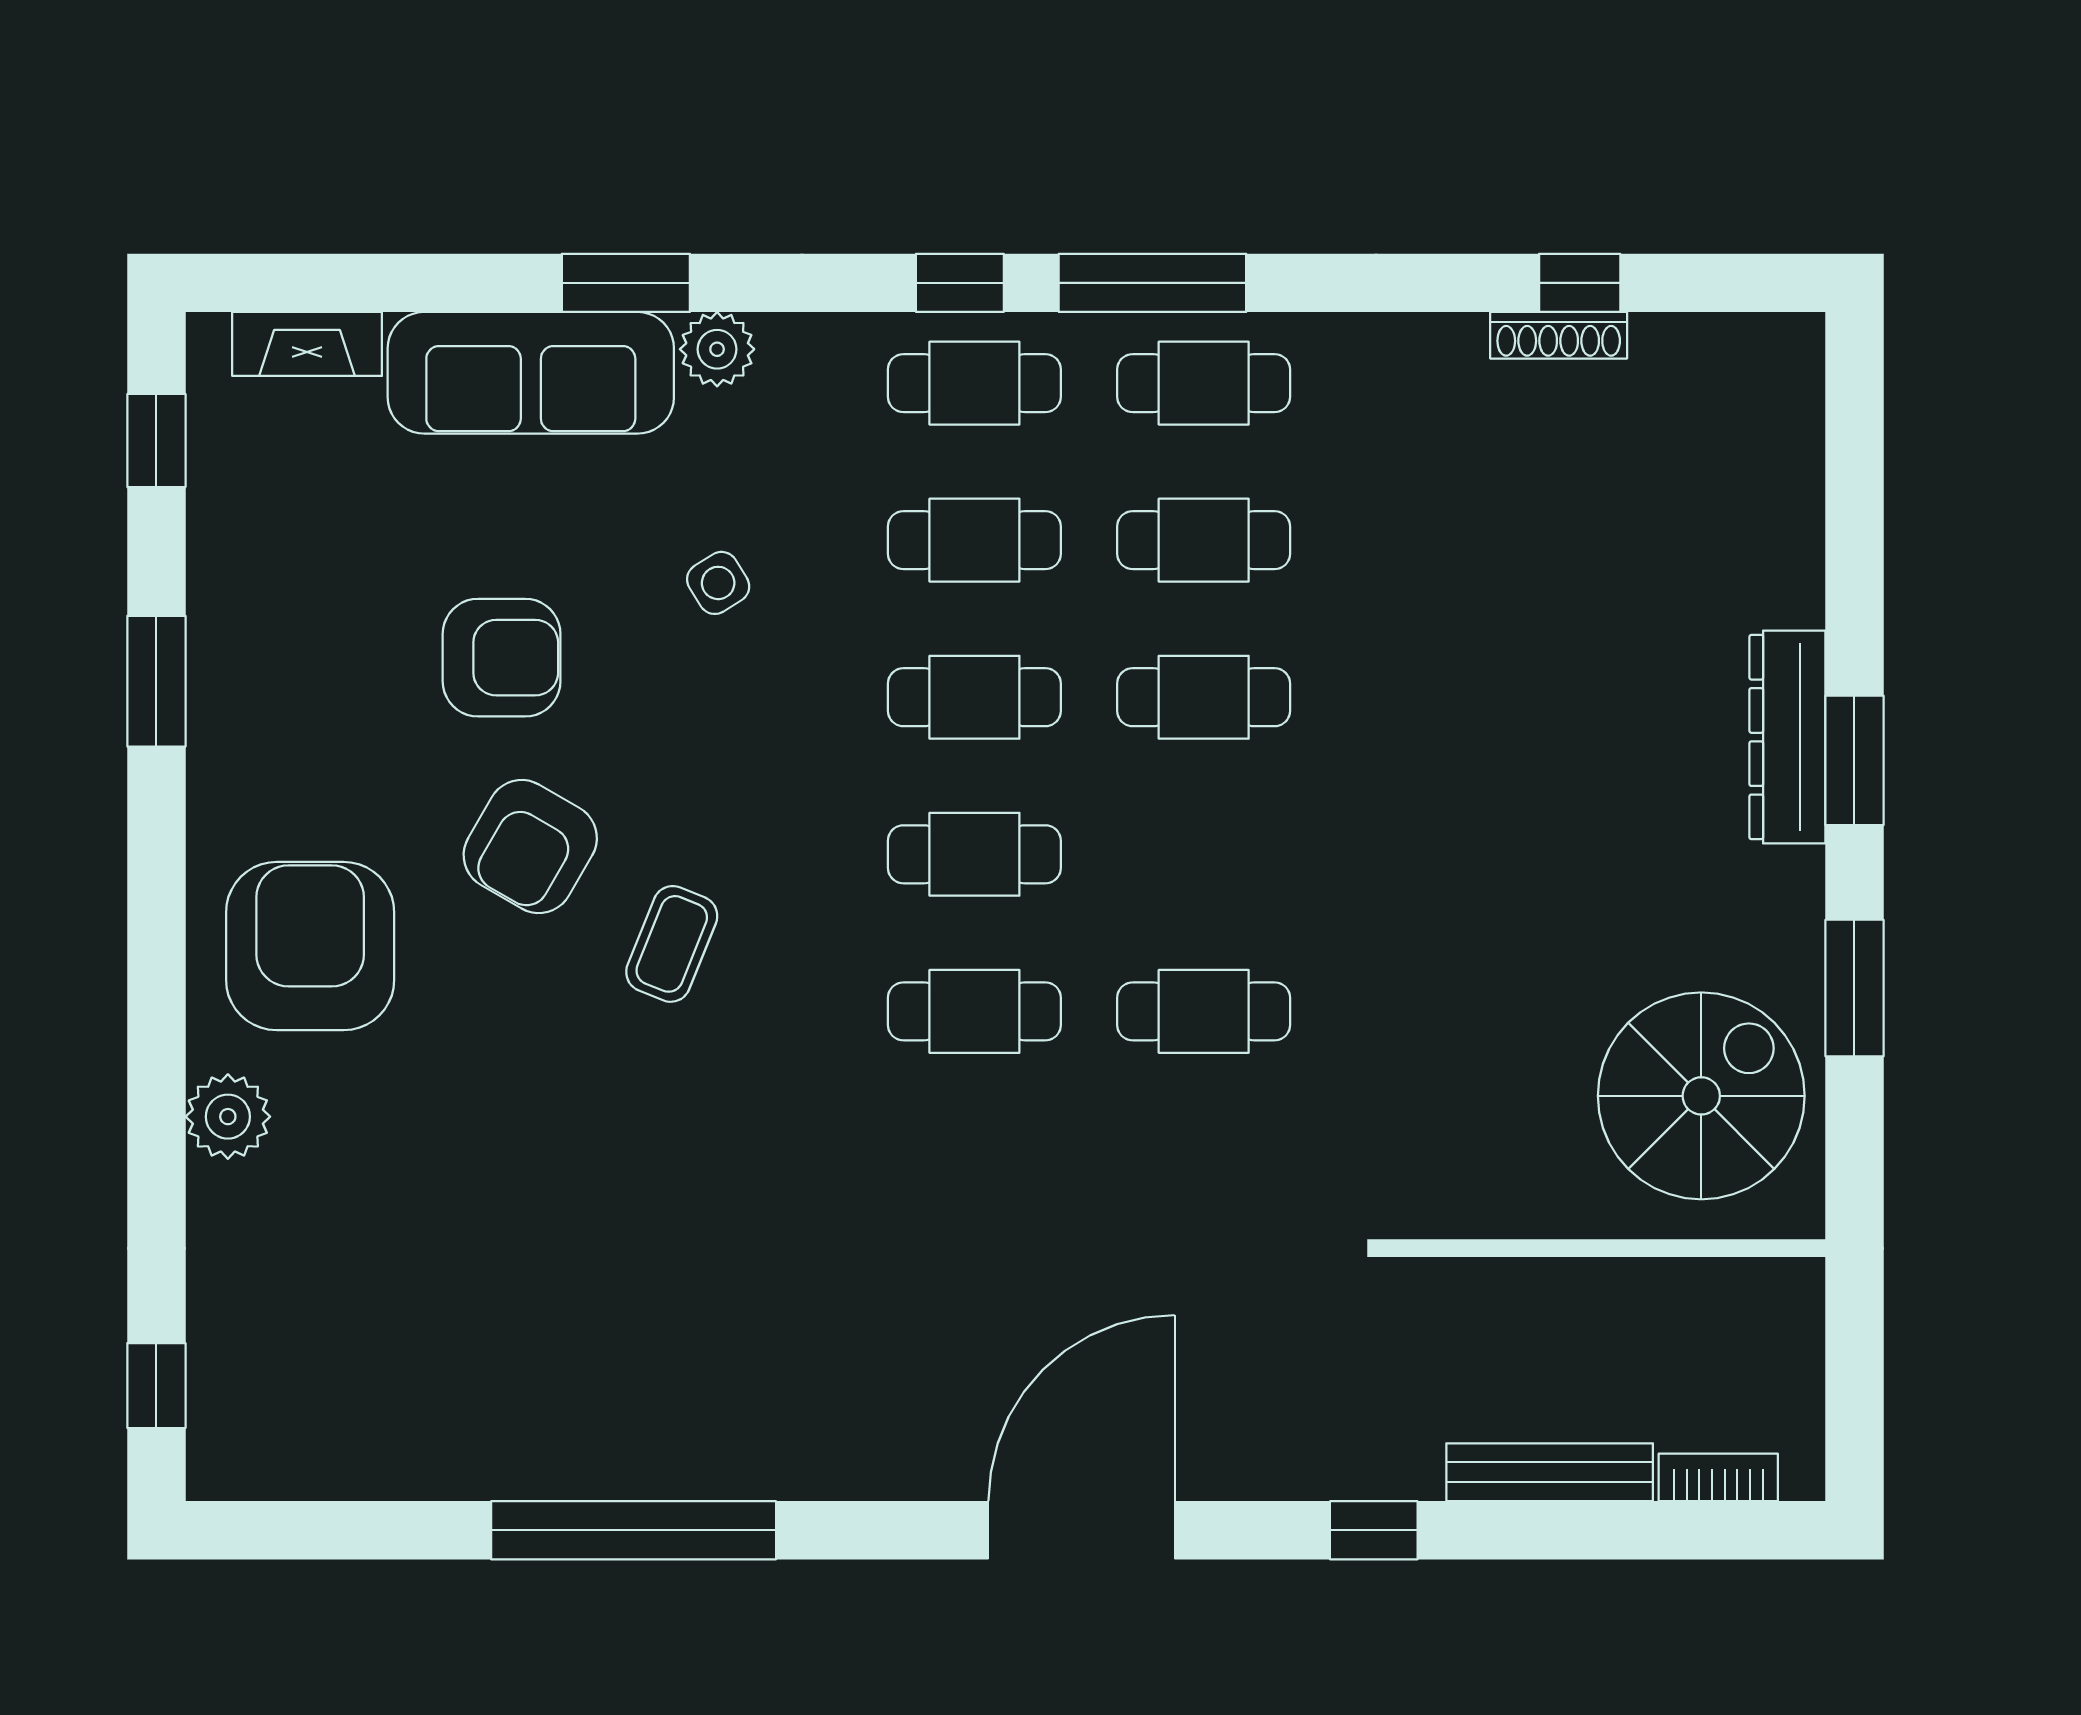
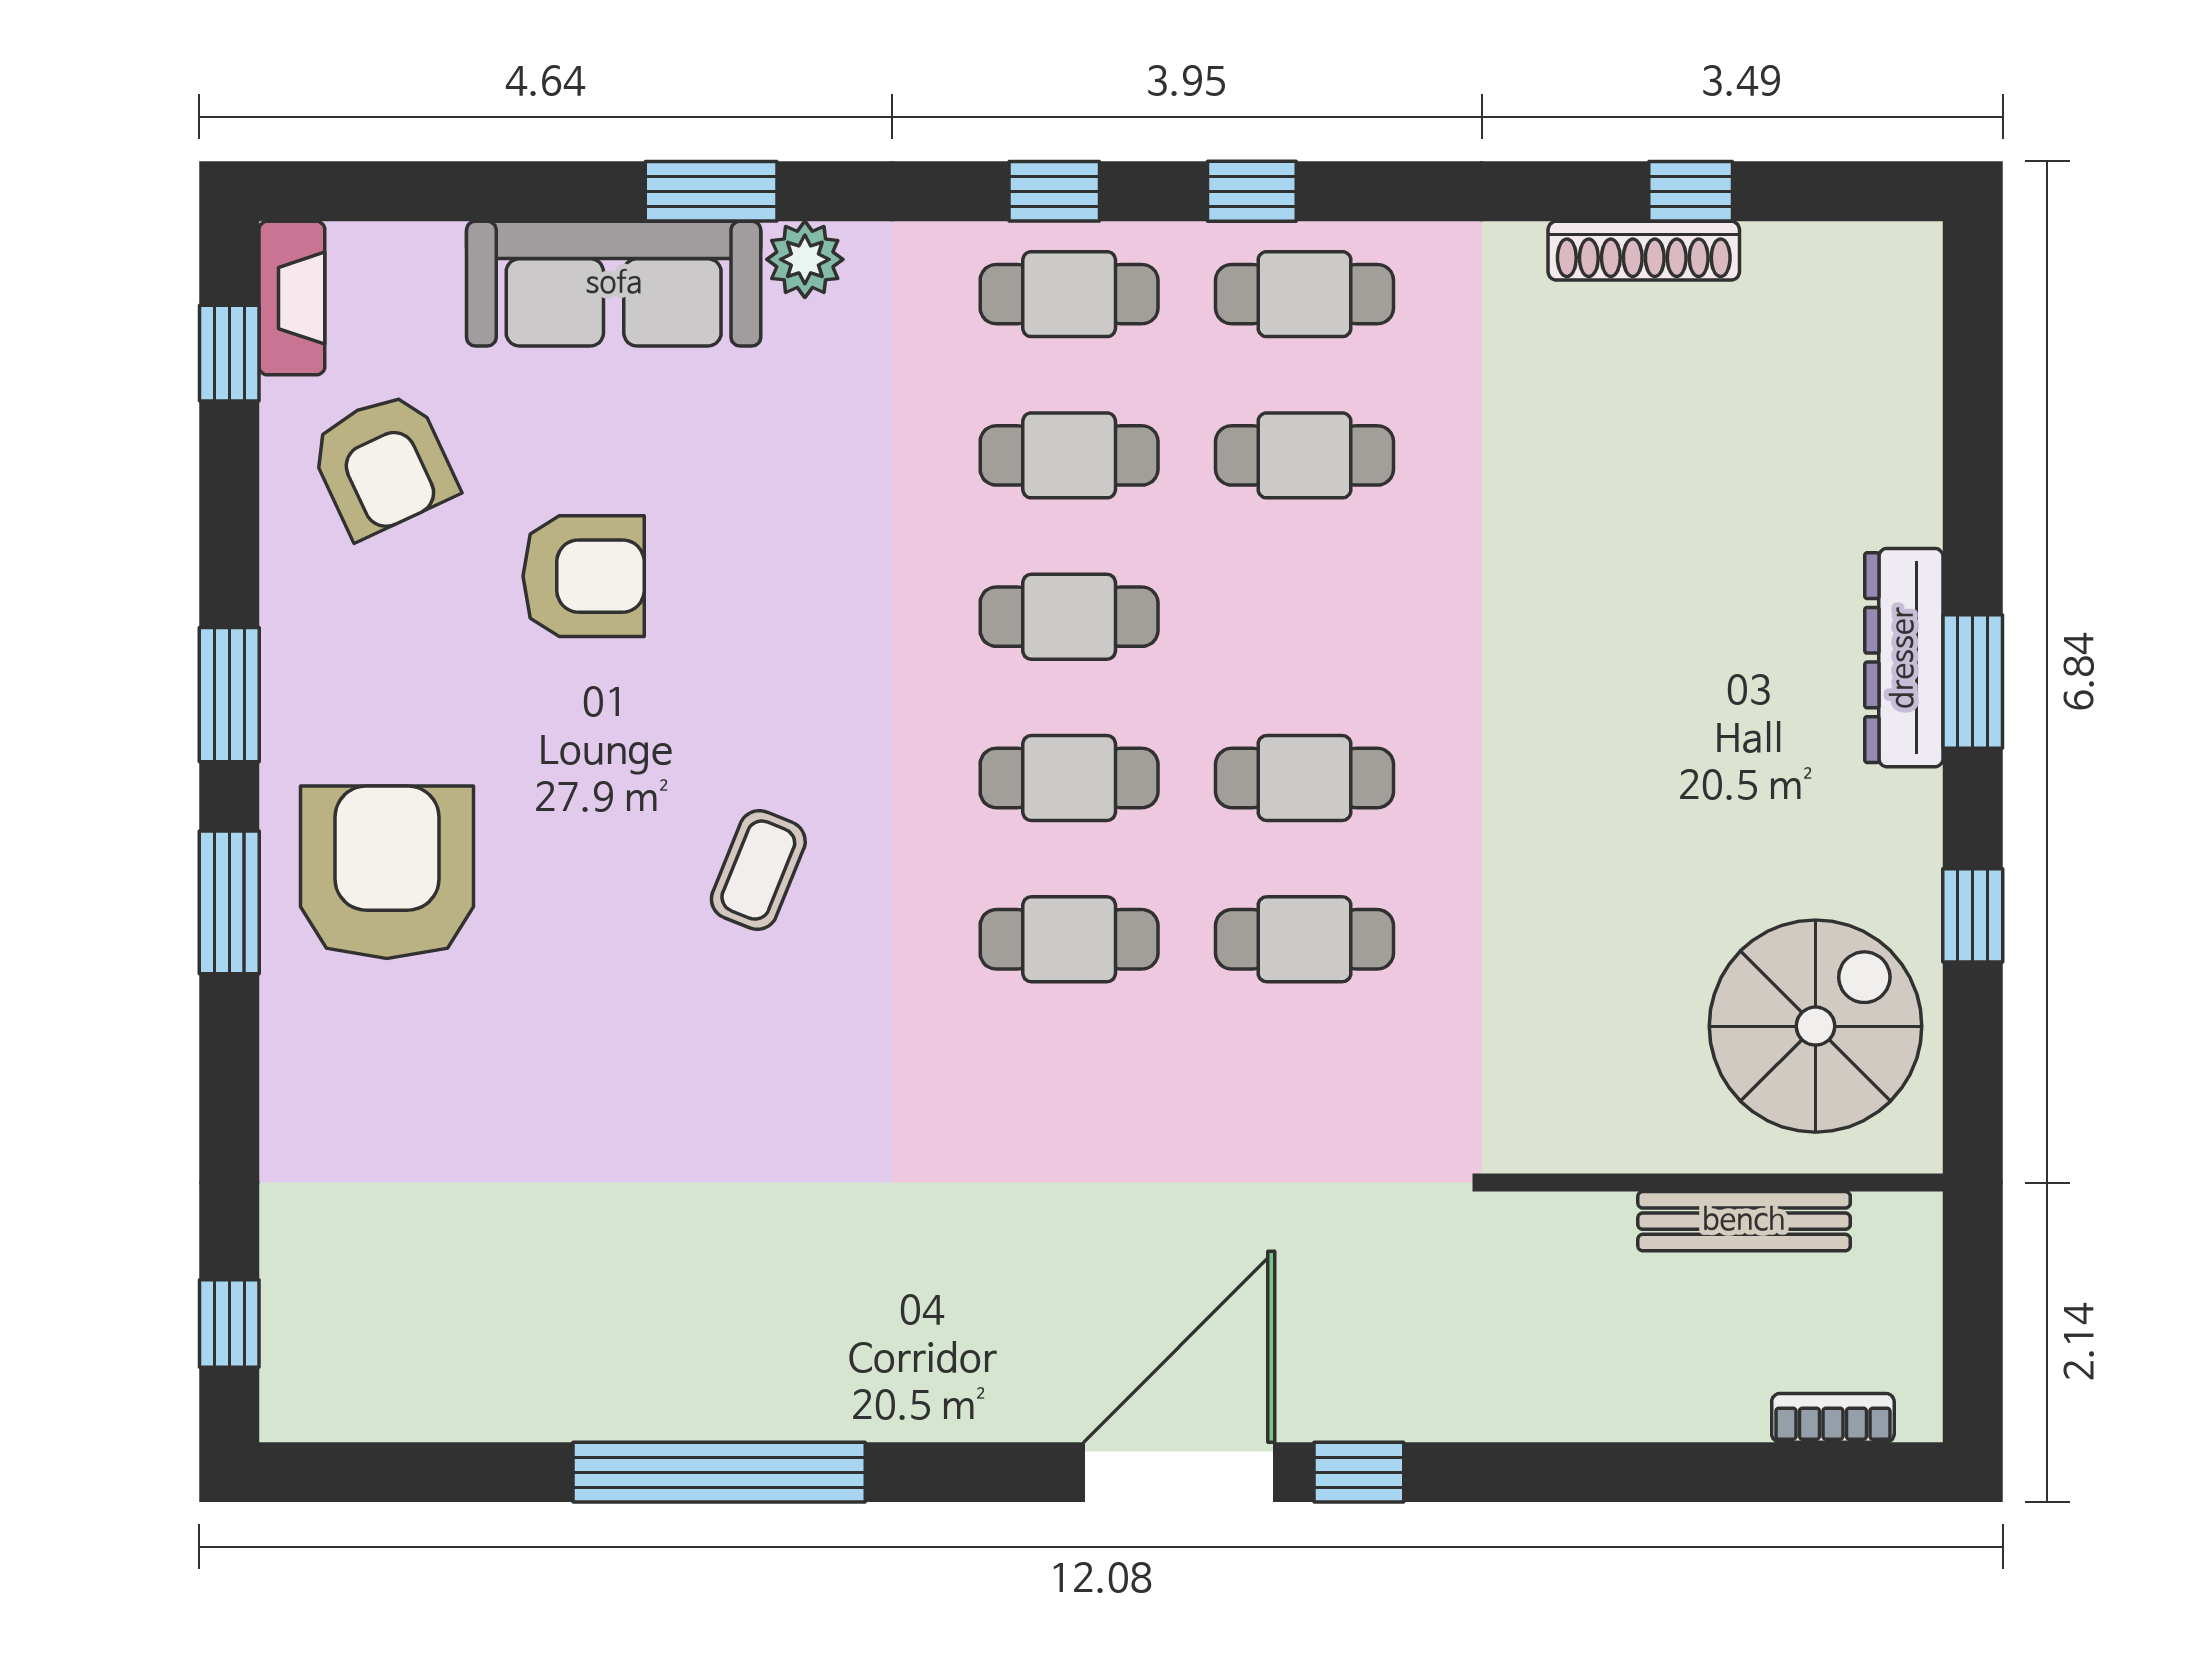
window: (1152, 283) -> (1252, 191), width x0.46
shoe rack: (1559, 335) -> (1644, 251), width x1.36, depth x1.24
fireplace: (307, 344) -> (292, 298), moved, turned -90
side table: (718, 583) -> (806, 499), removed
window: (156, 681) -> (229, 695), moved
cafe table: (1204, 697) -> (1305, 778), moved
armchair: (530, 847) -> (383, 464), moved, turned -55
window: (156, 975) -> (229, 902), added
window: (1854, 988) -> (1973, 915), width x0.67
plant: (228, 1117) -> (303, 1047), removed
bench: (1550, 1472) -> (1744, 1221), moved
window: (1374, 1530) -> (1359, 1472), moved

